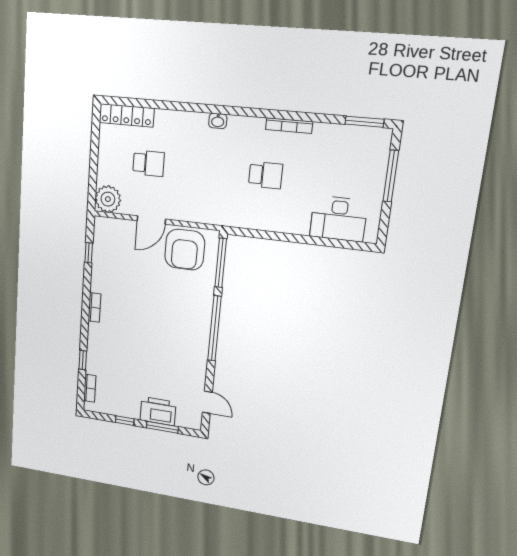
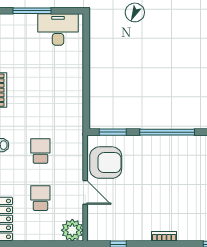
school desk: (265, 175) -> (40, 151), moved
desk: (339, 219) -> (58, 30), moved, turned -90
window: (221, 263) -> (113, 132), width x0.69

